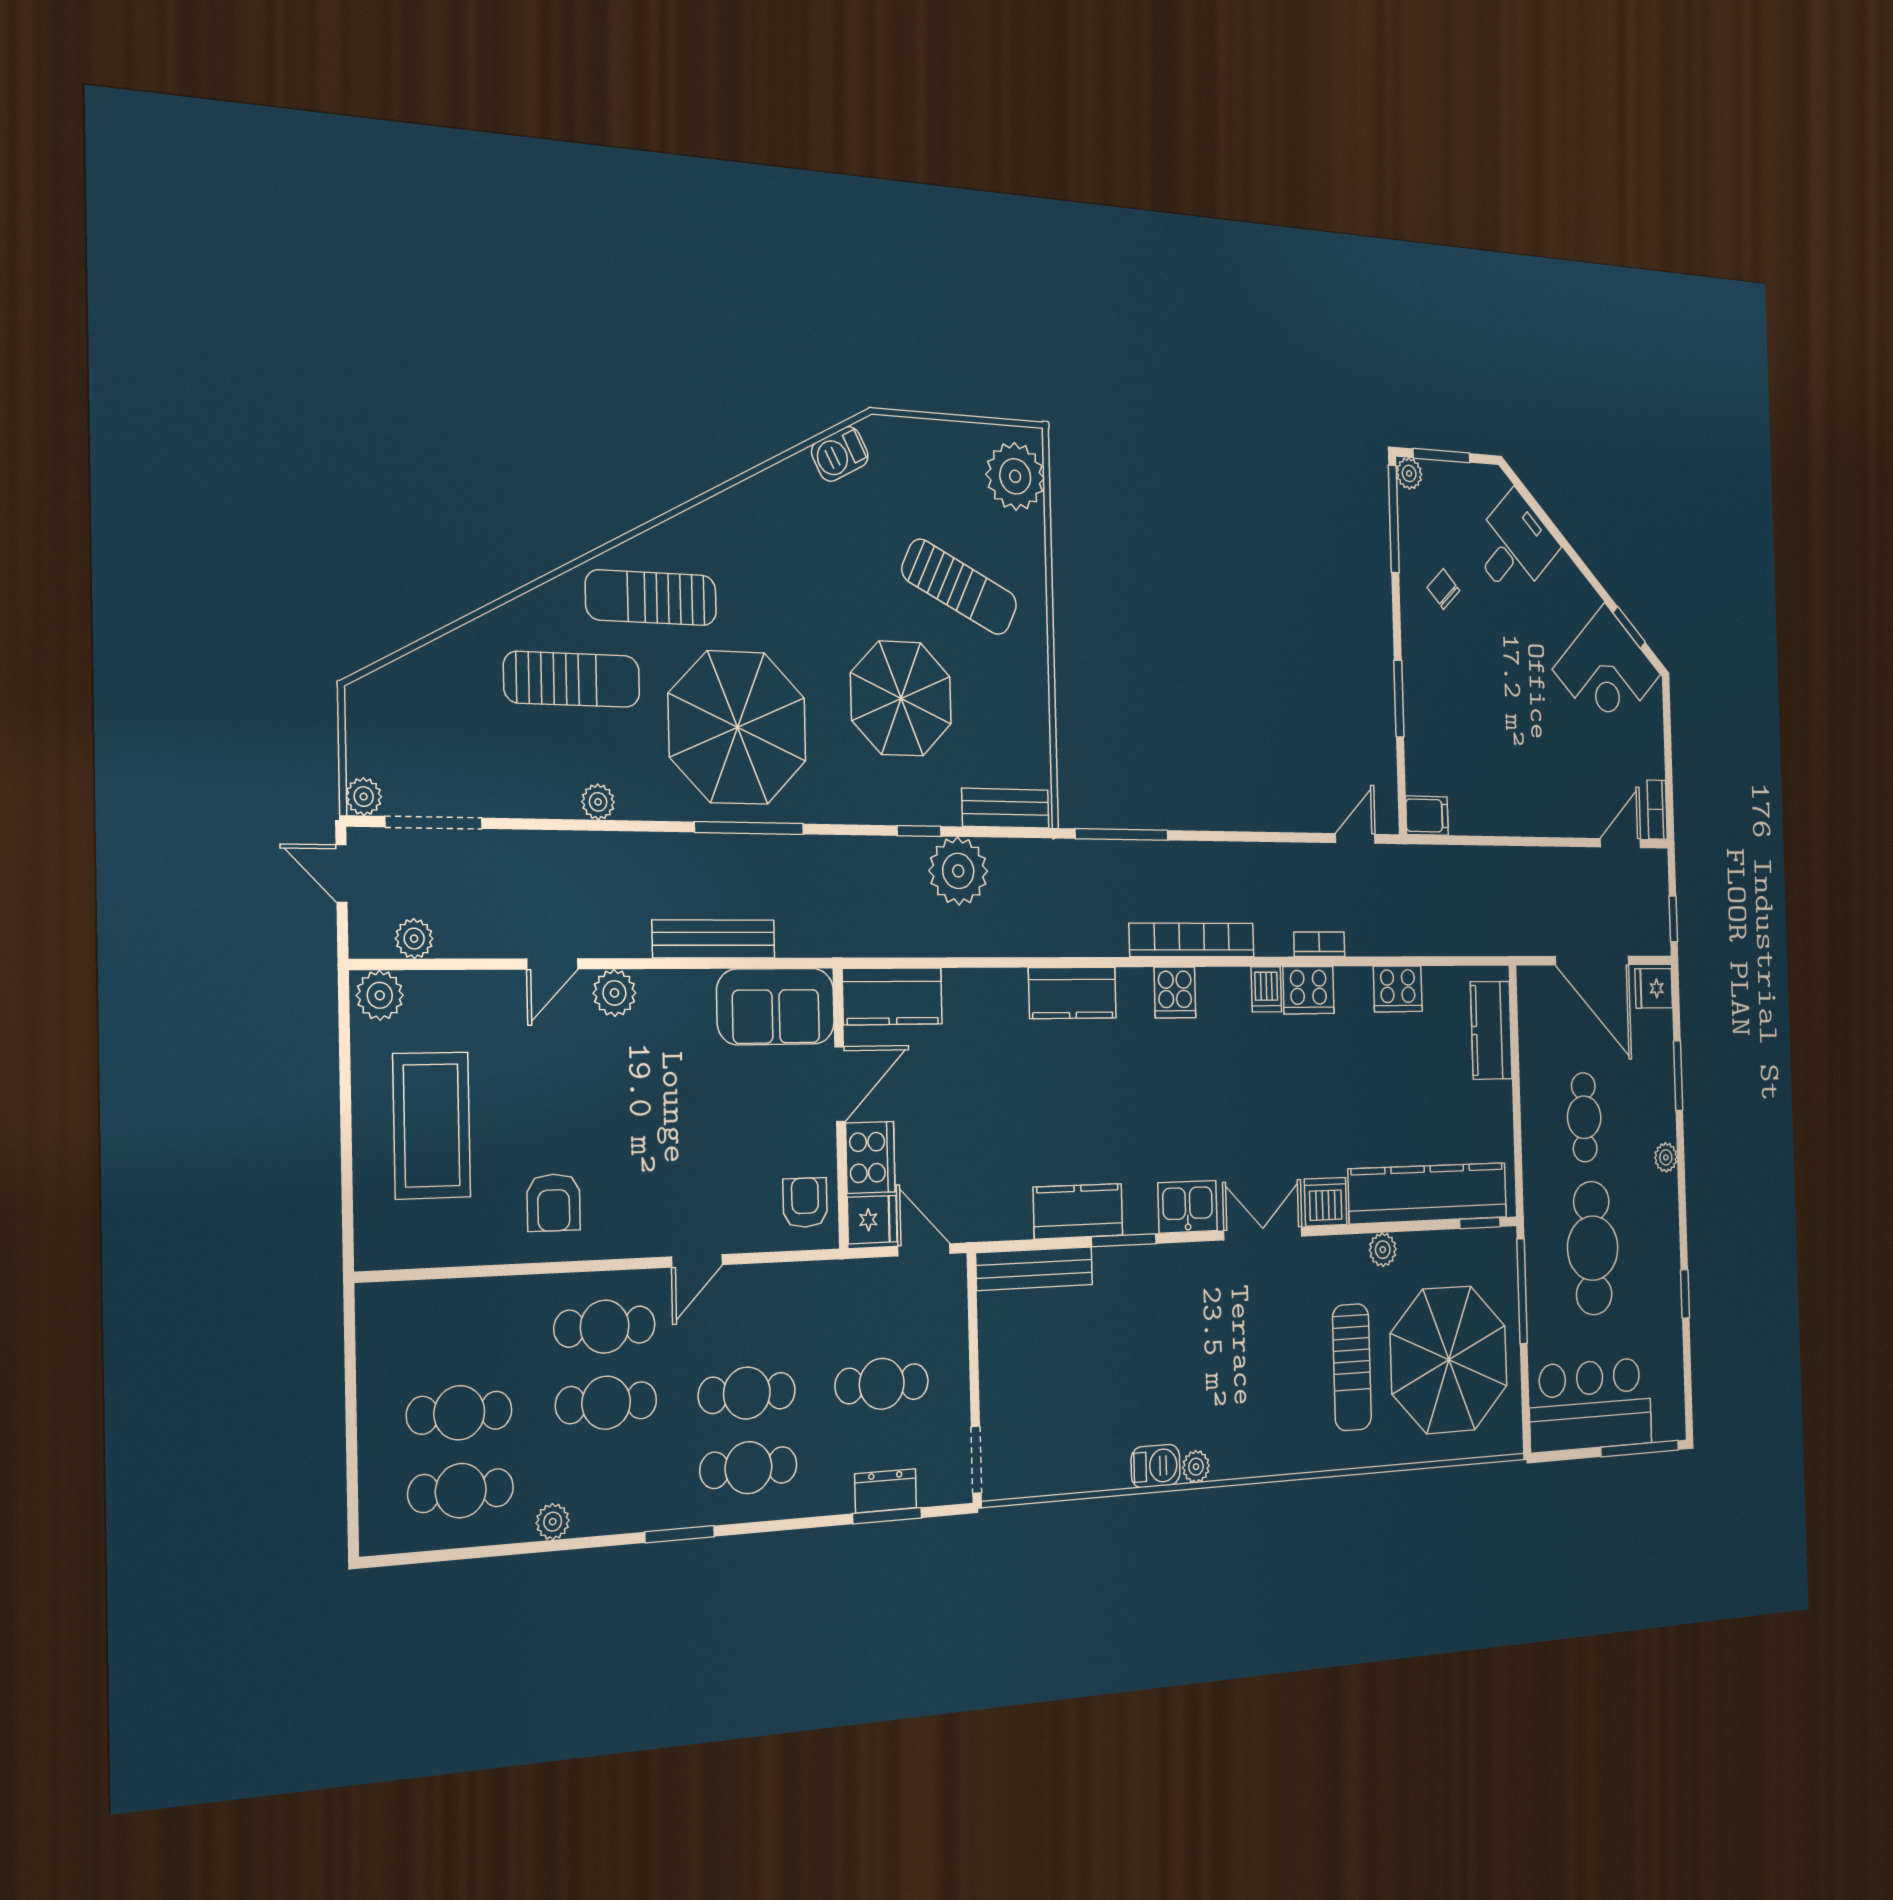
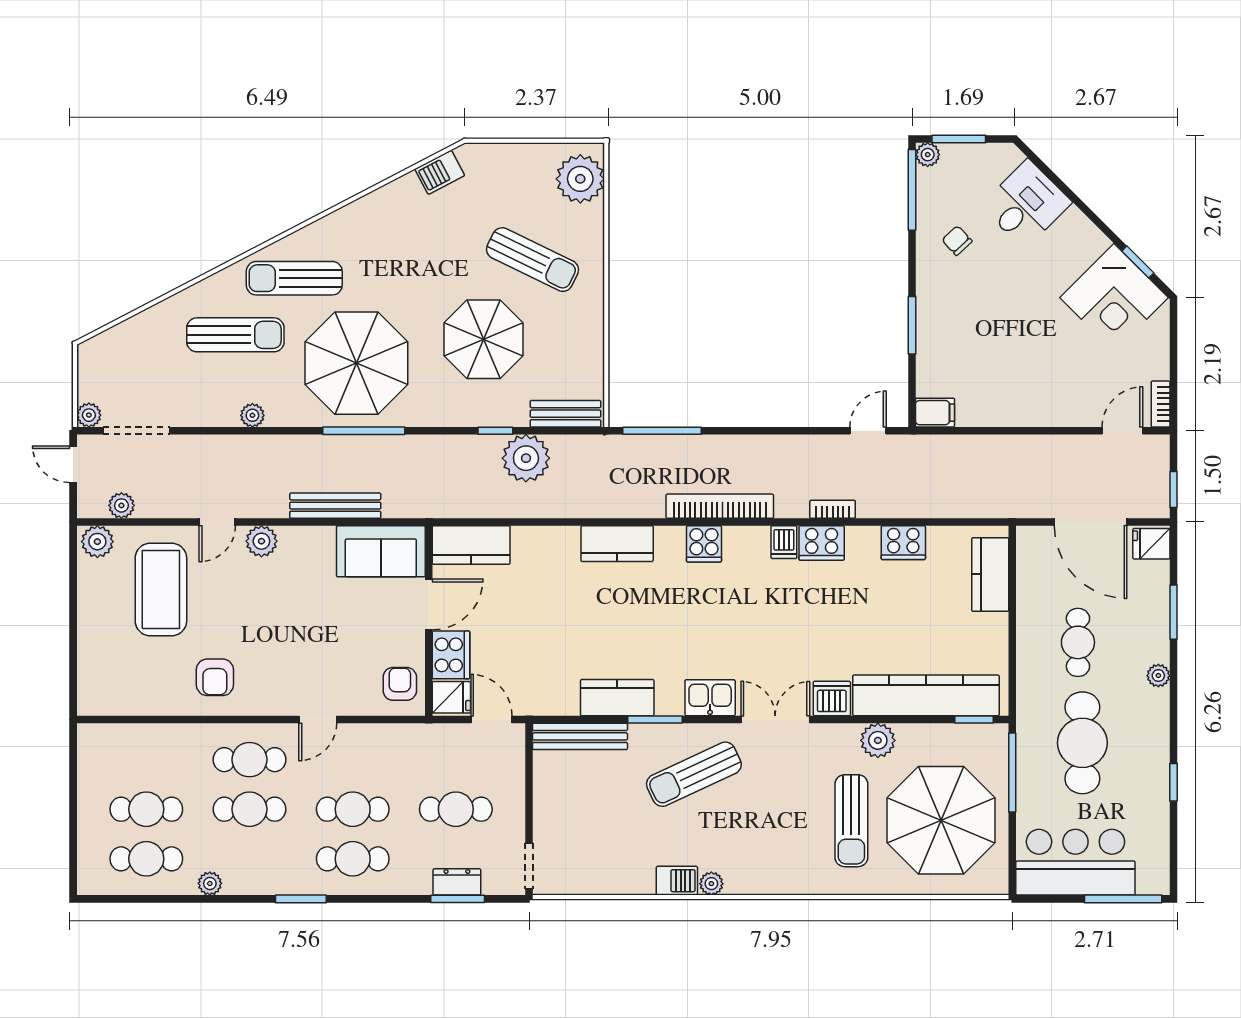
coffee table: (432, 1125) -> (161, 589), moved
plant: (1383, 1250) -> (878, 740), width x1.38, depth x1.38
sun lounger: (1172, 1315) -> (694, 774), added

